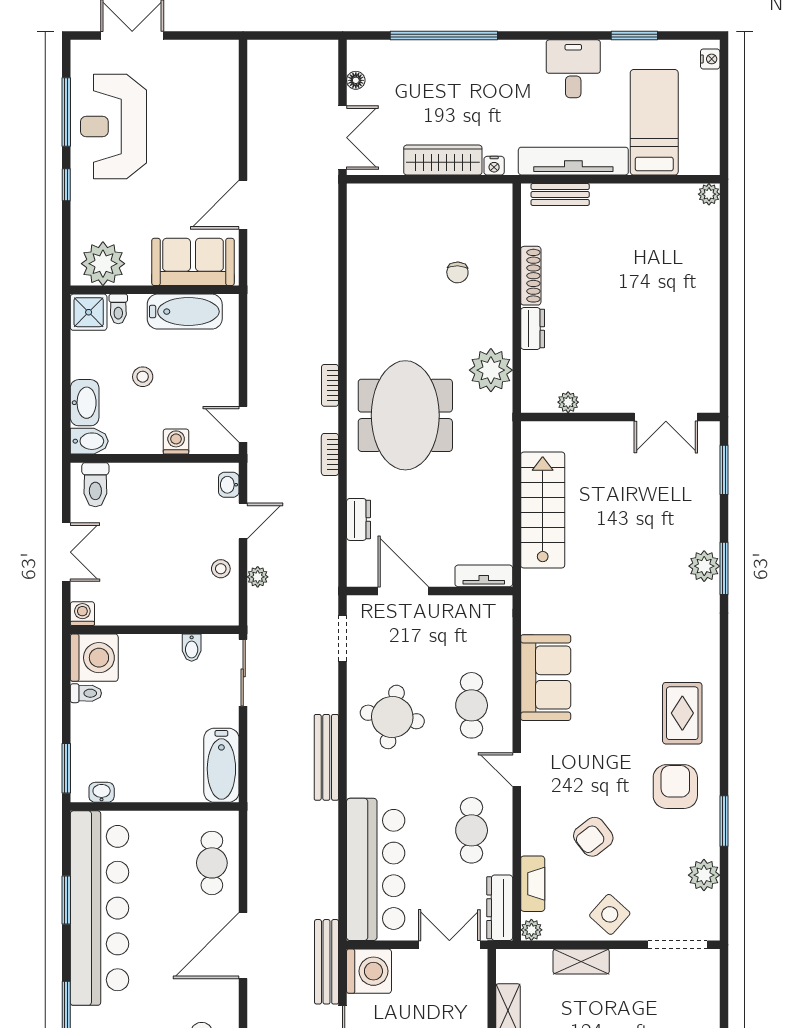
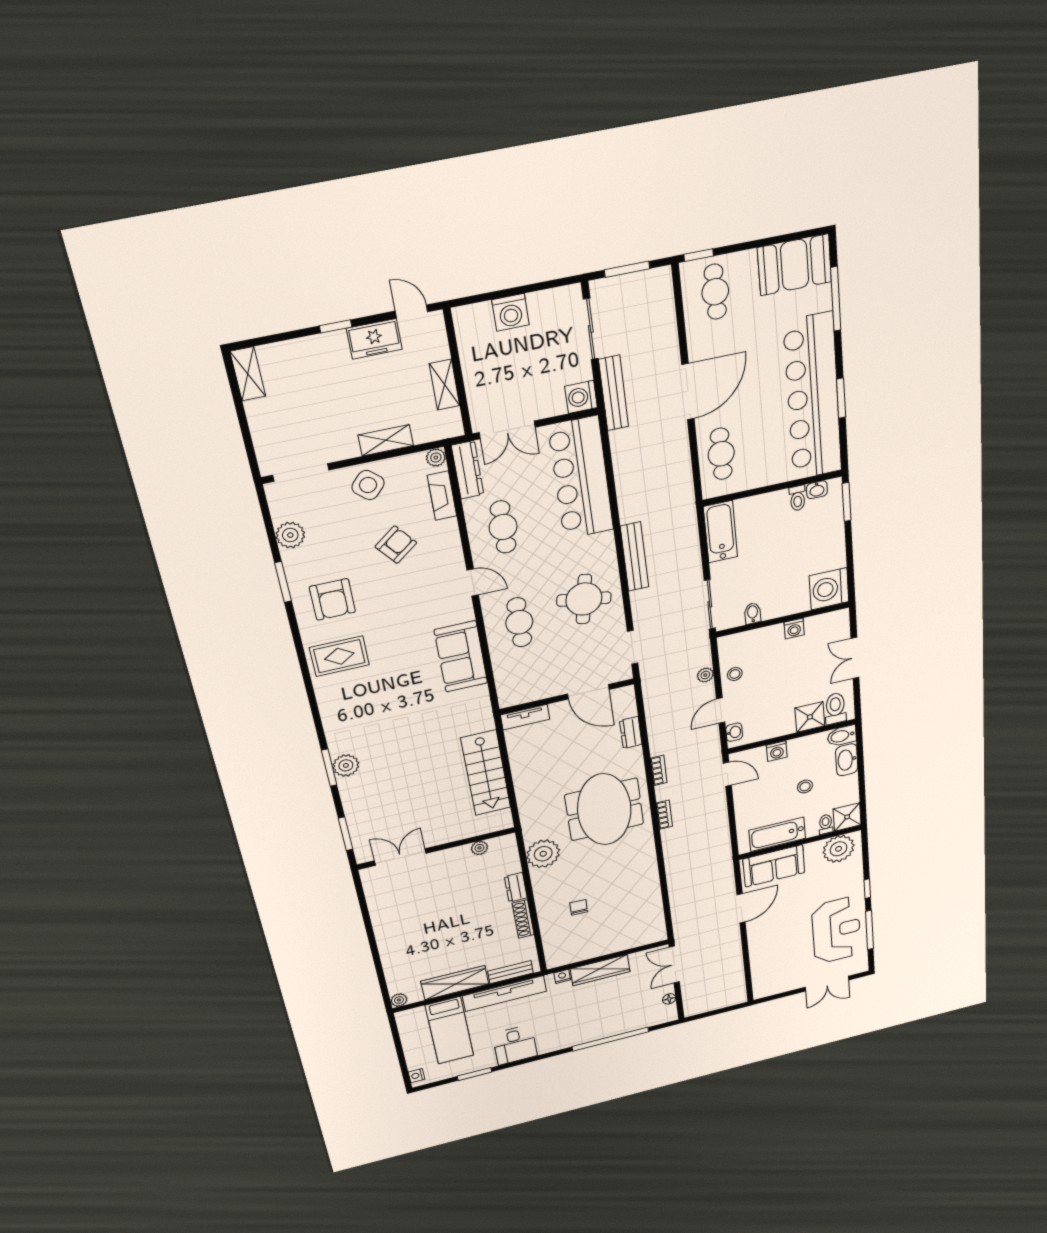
wardrobe: (634, 200) -> (455, 983), added
shower: (130, 481) -> (810, 717), added
washing machine: (82, 614) -> (794, 629), moved
toilet: (86, 693) -> (797, 498), moved, turned -90
rug: (682, 713) -> (339, 656), turned 90
washing machine: (369, 971) -> (581, 397), width x0.73, depth x0.73

